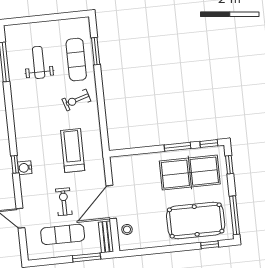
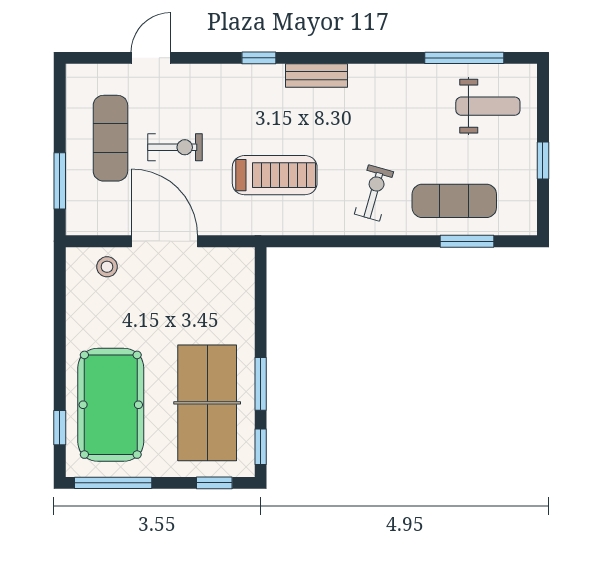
window: (51, 17) -> (543, 161), added
weight bench: (39, 62) -> (488, 106), moved
exercise bike: (76, 100) -> (374, 193), turned 33
water cooler: (25, 168) -> (250, 77), removed
bench: (106, 237) -> (317, 76), moved

